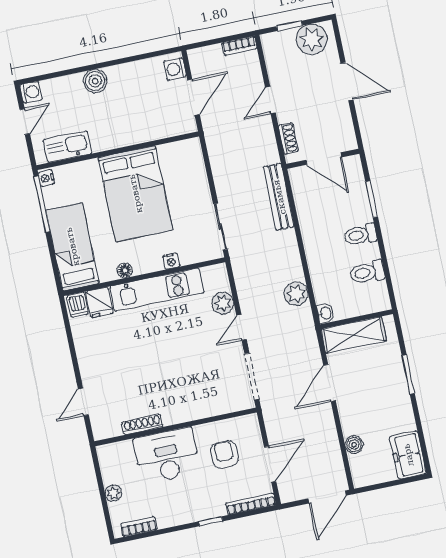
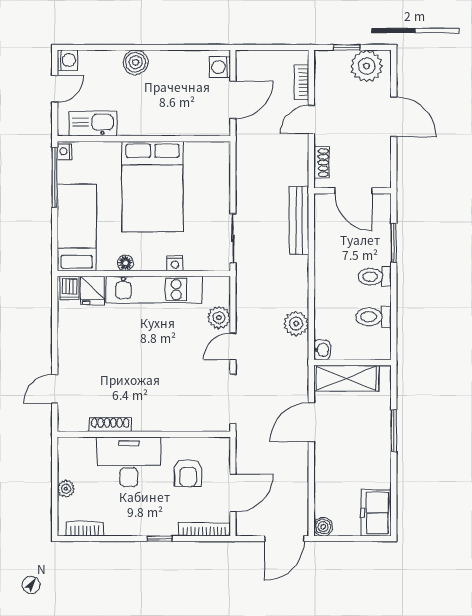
bookcase: (239, 46) -> (302, 82), moved, turned 90
boiler: (354, 445) -> (323, 527), moved
armchair: (224, 455) -> (188, 473), turned 180

